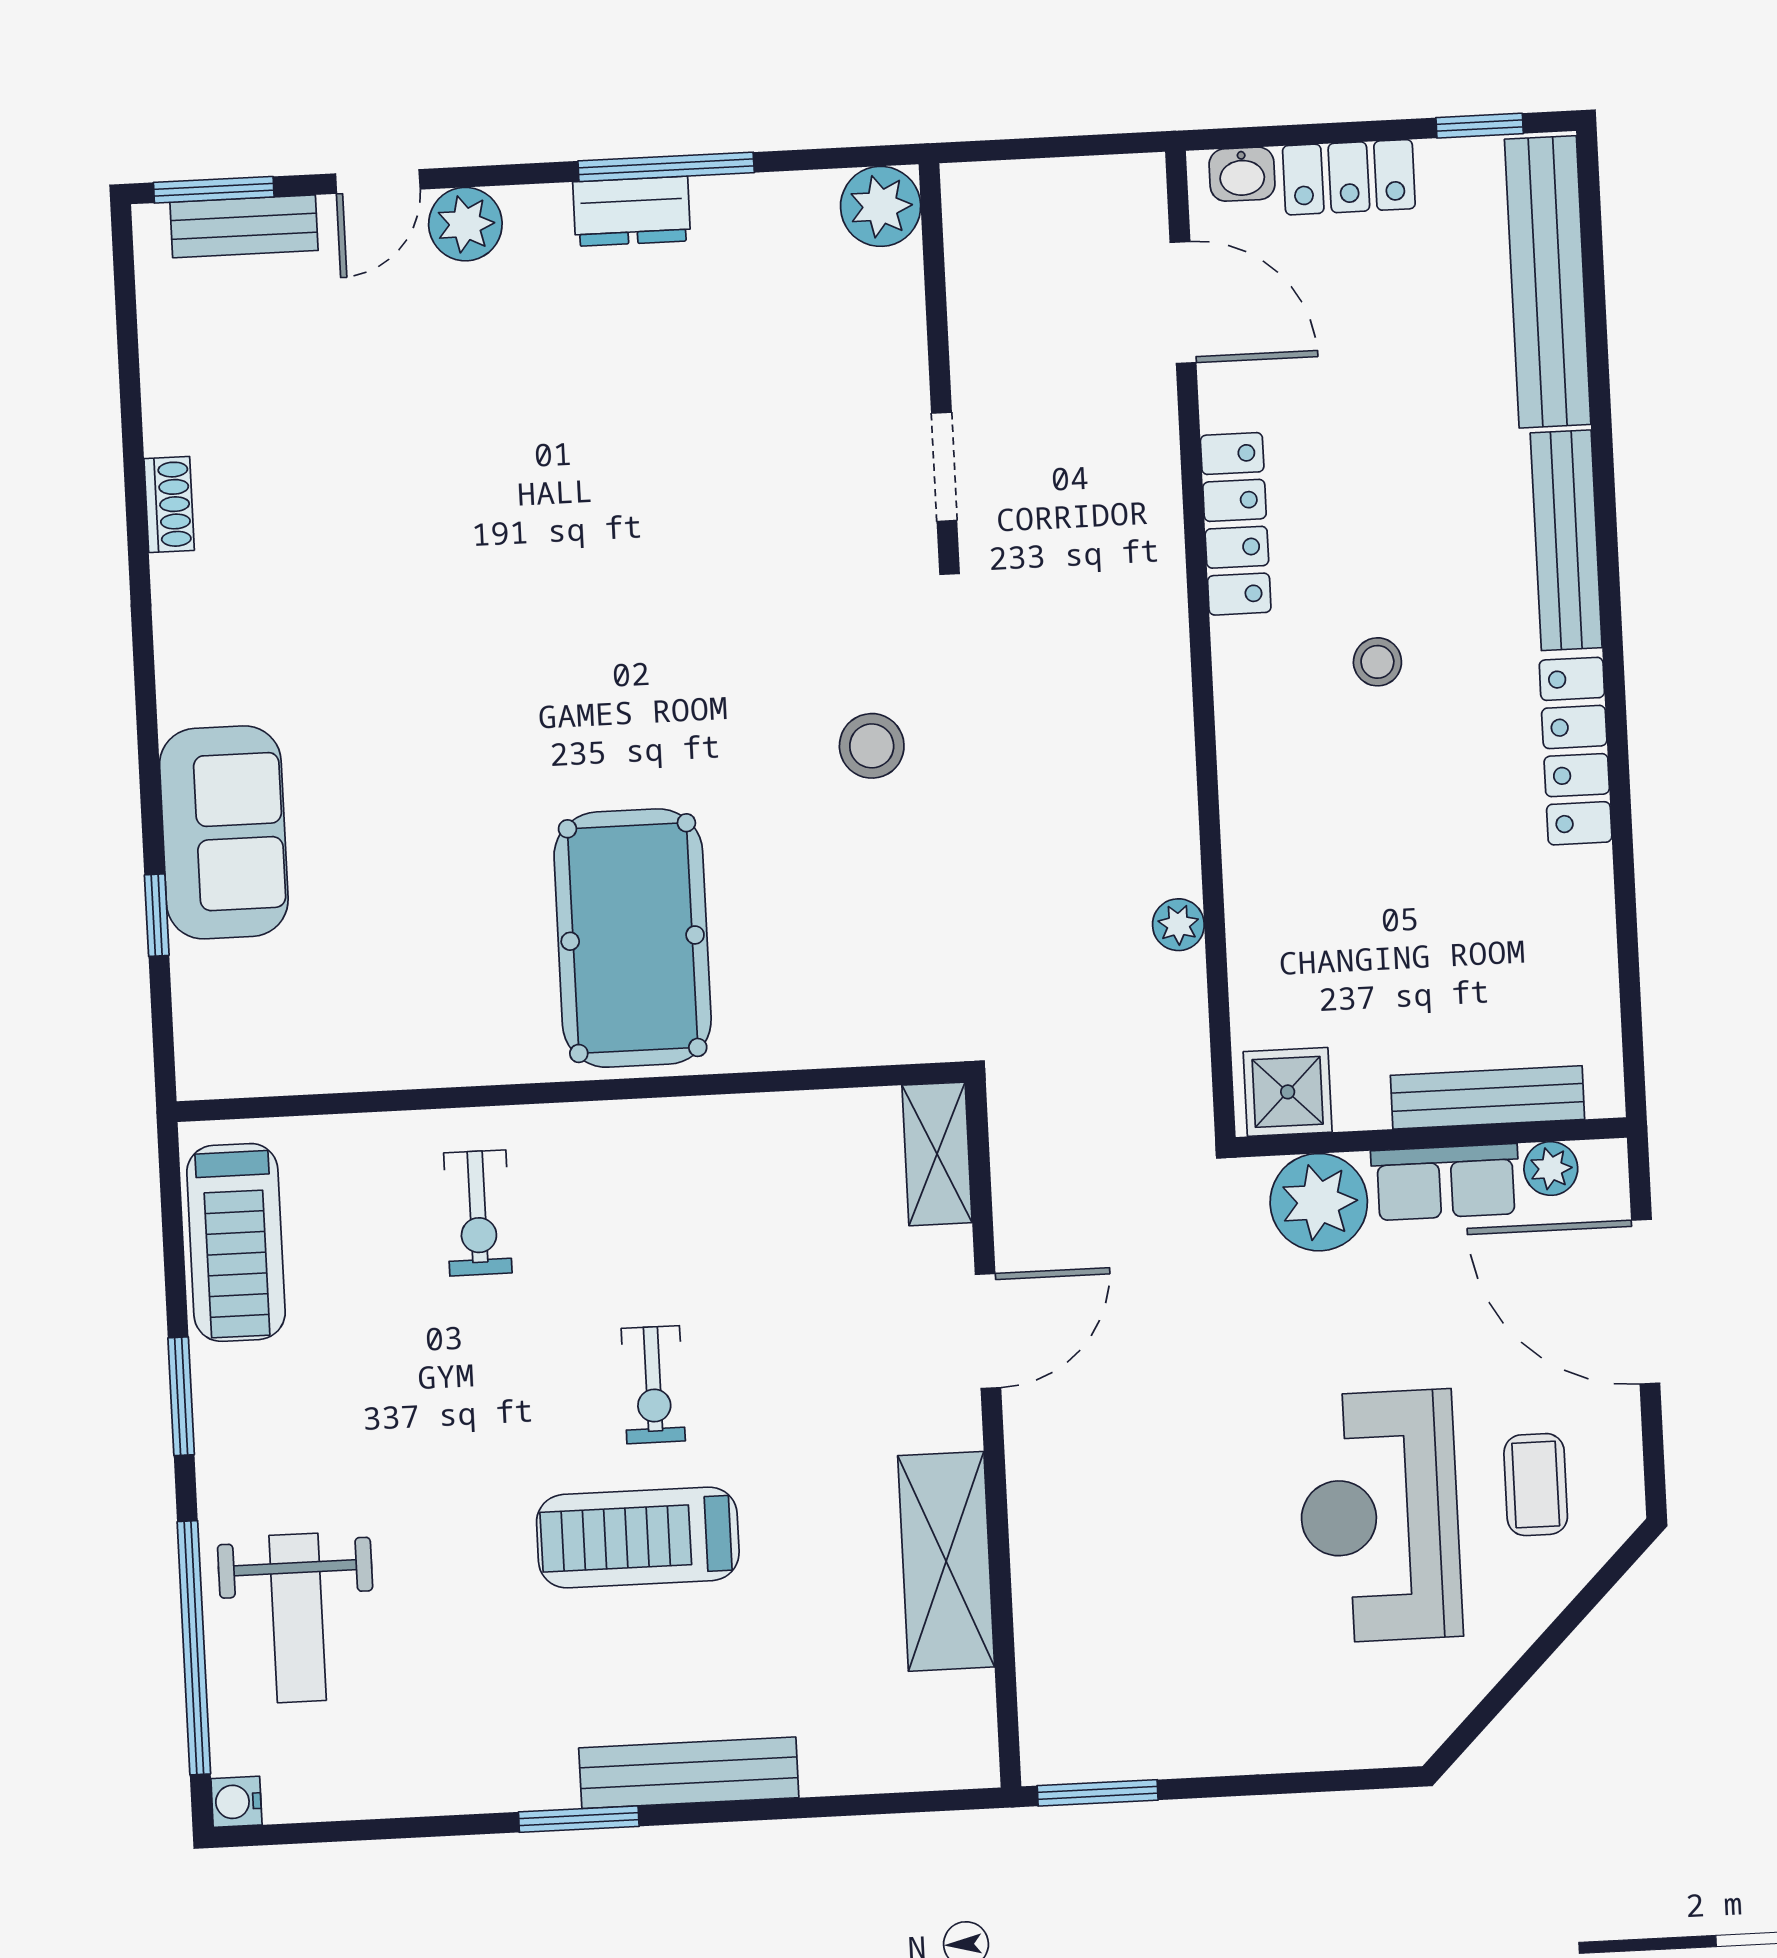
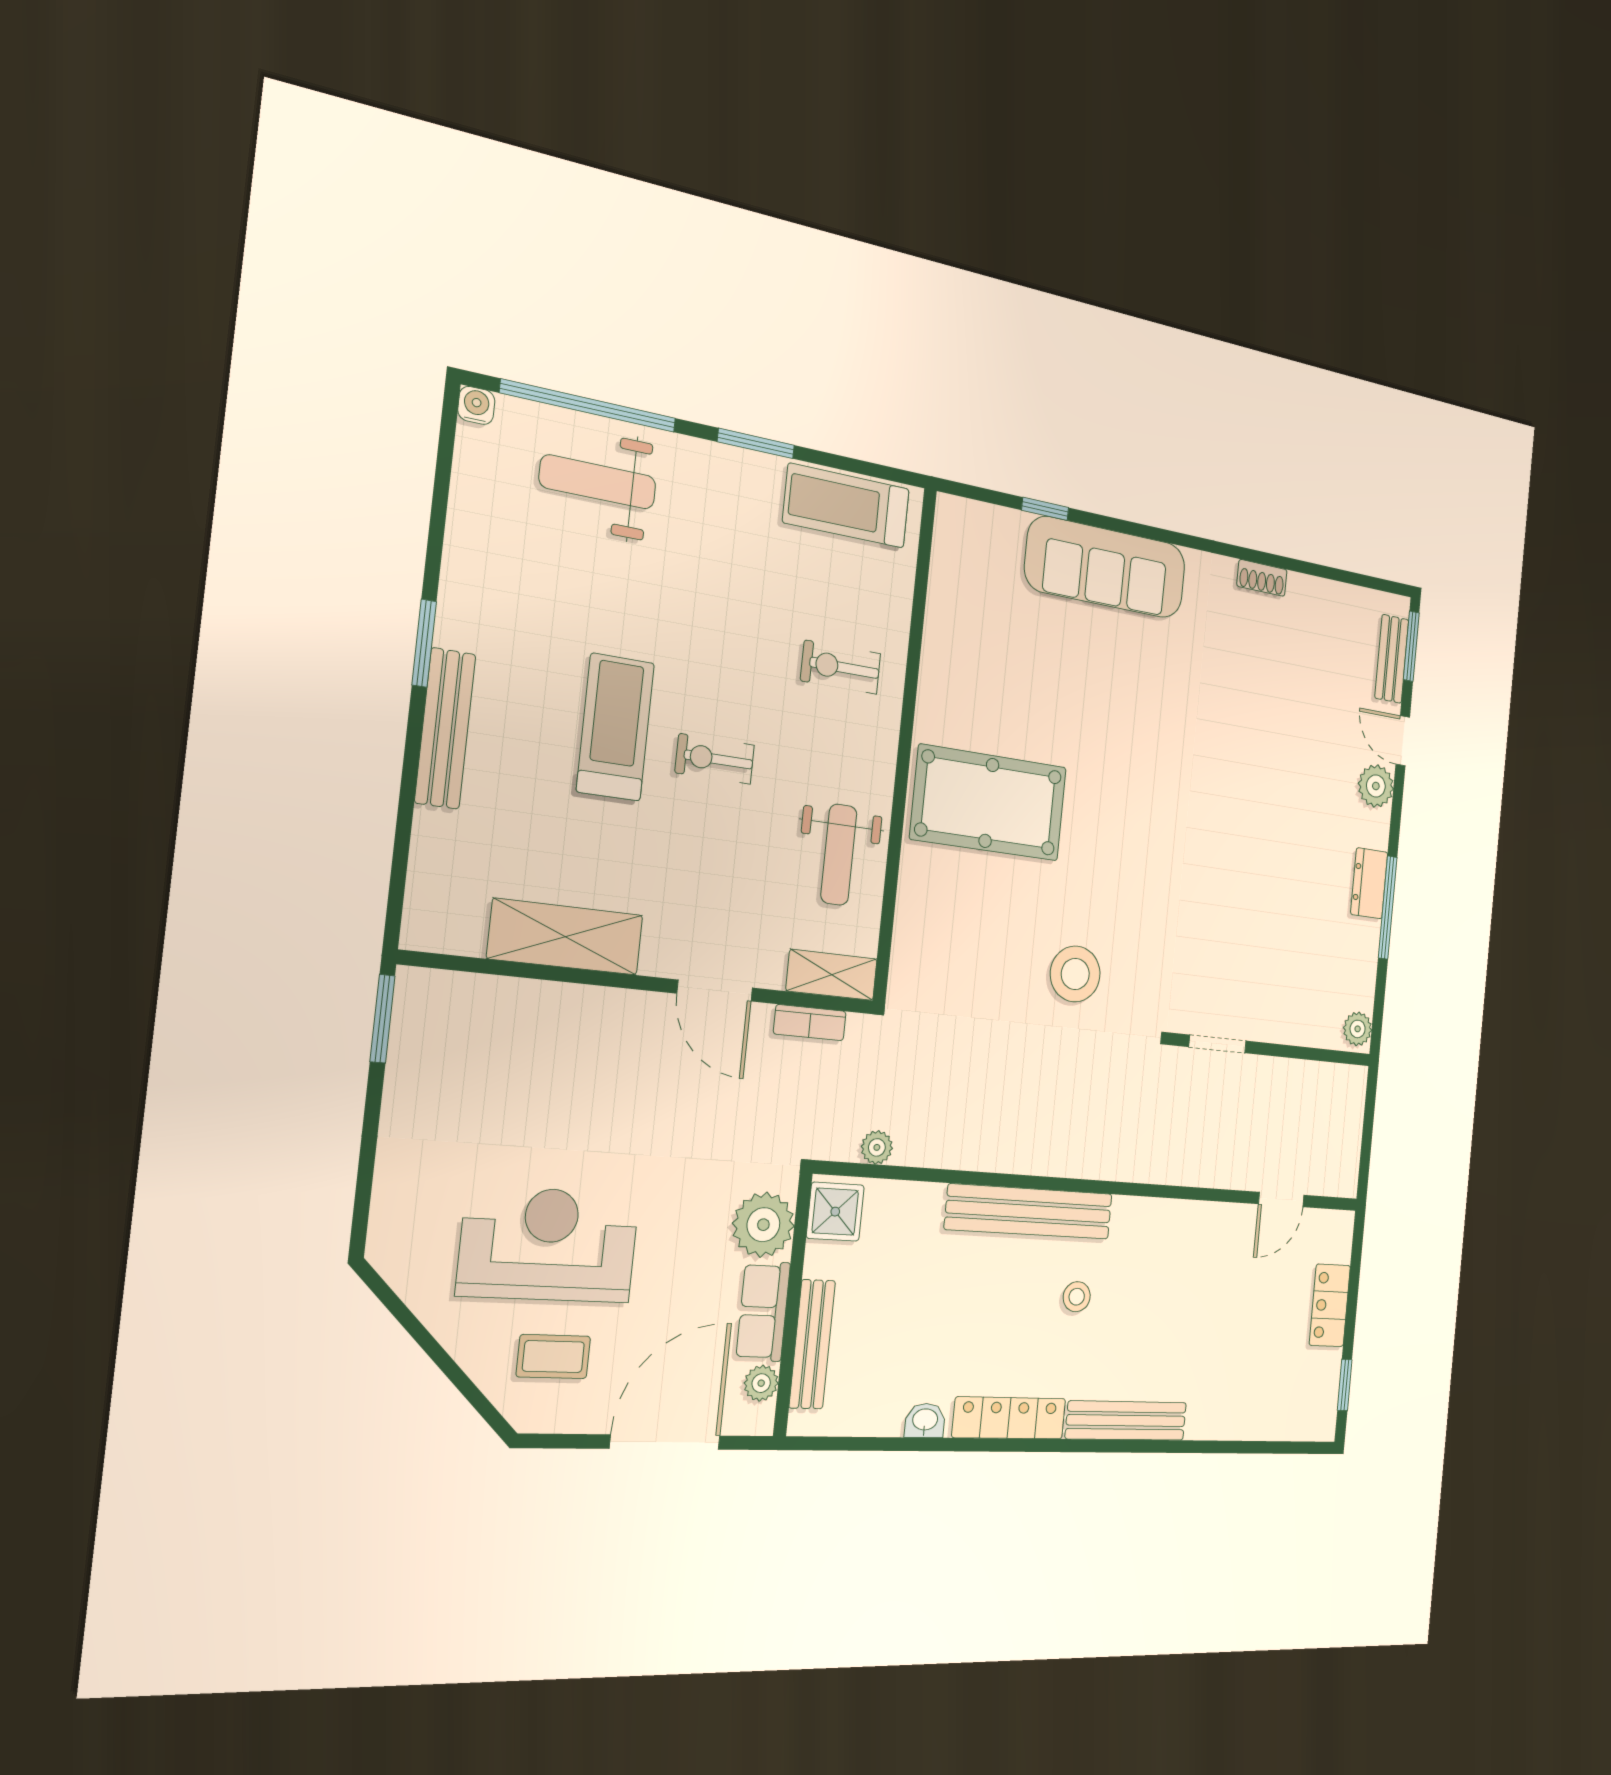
washbasin: (1242, 174) -> (925, 1420), moved, turned 90
plant: (881, 206) -> (1358, 1029), width x0.73, depth x0.73
bench: (1548, 282) -> (1029, 1212), moved
door: (1183, 303) -> (1281, 1200), width x0.73
locker: (1236, 524) -> (1163, 1217), removed
stool: (872, 746) -> (1075, 974), width x1.38, depth x1.38
sofa: (224, 832) -> (1106, 567), width x1.36
plant: (1178, 925) -> (877, 1147), moved
weight bench: (757, 1171) -> (839, 855), added
bookcase: (1013, 1177) -> (810, 1023), added

